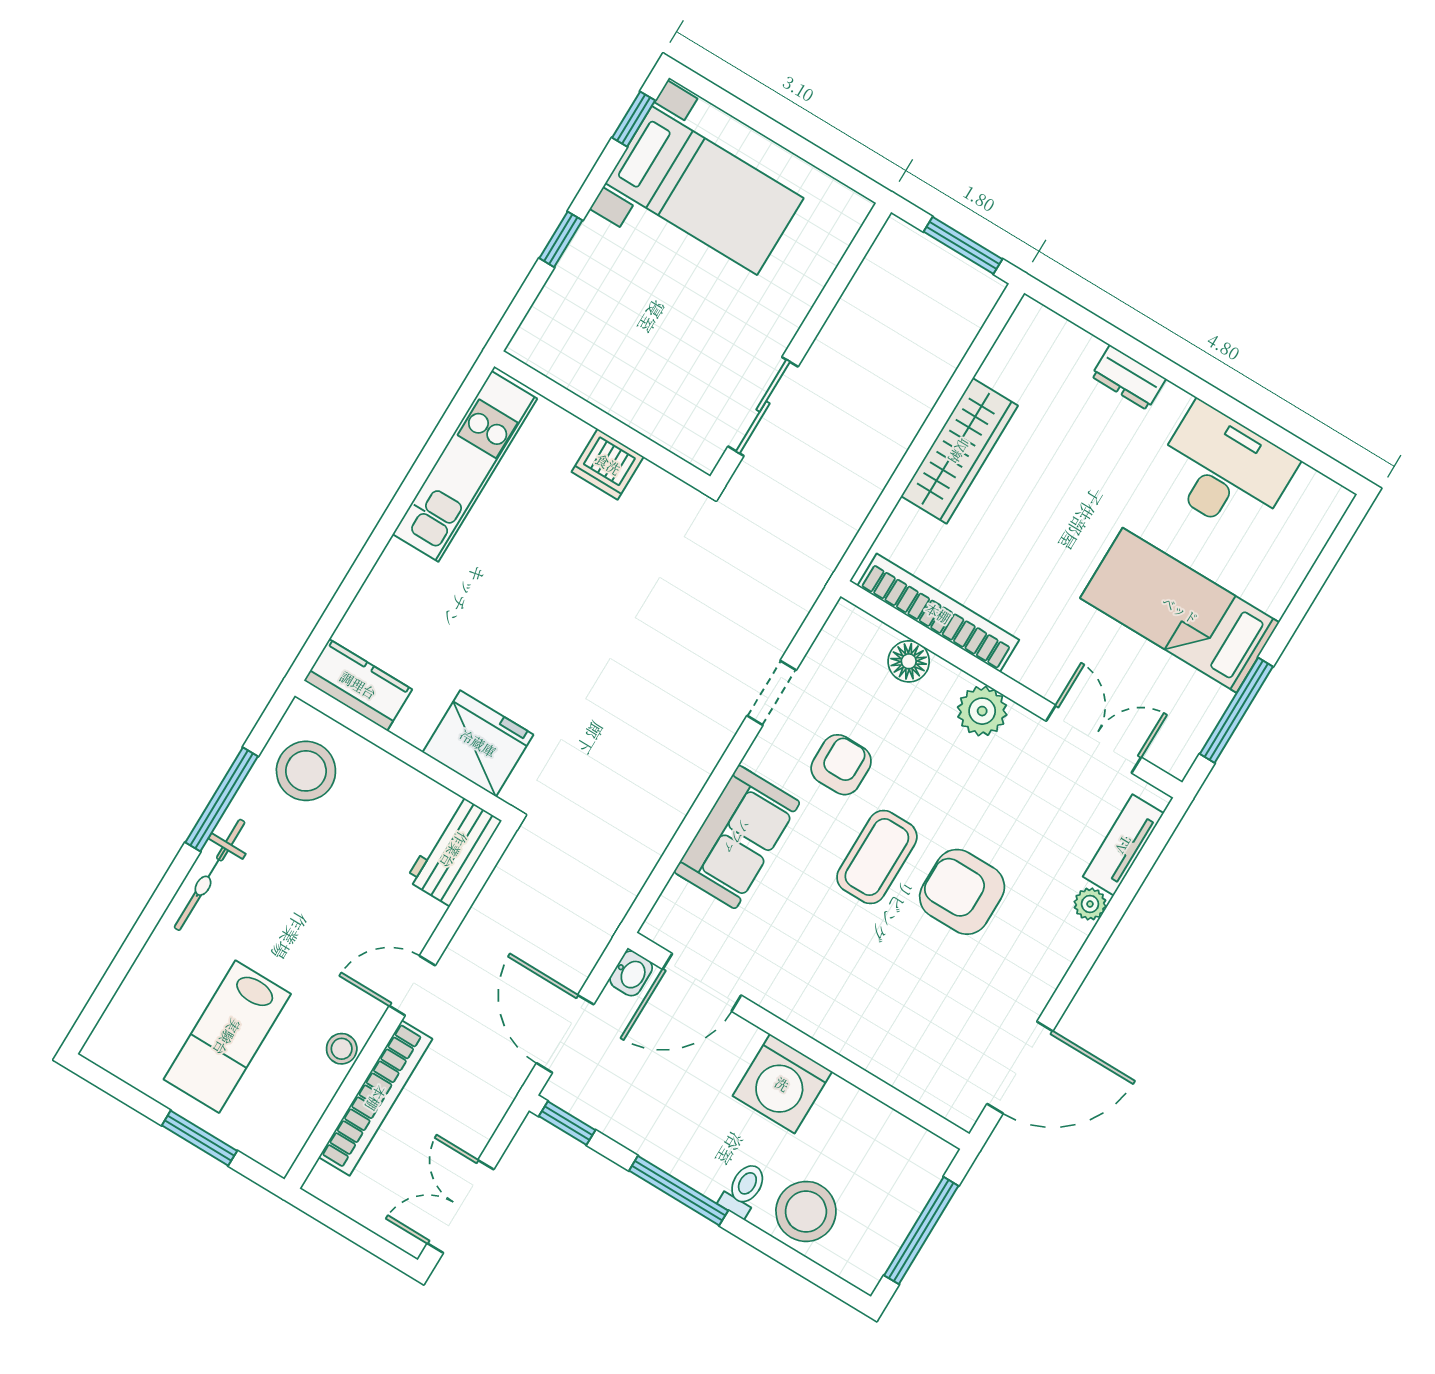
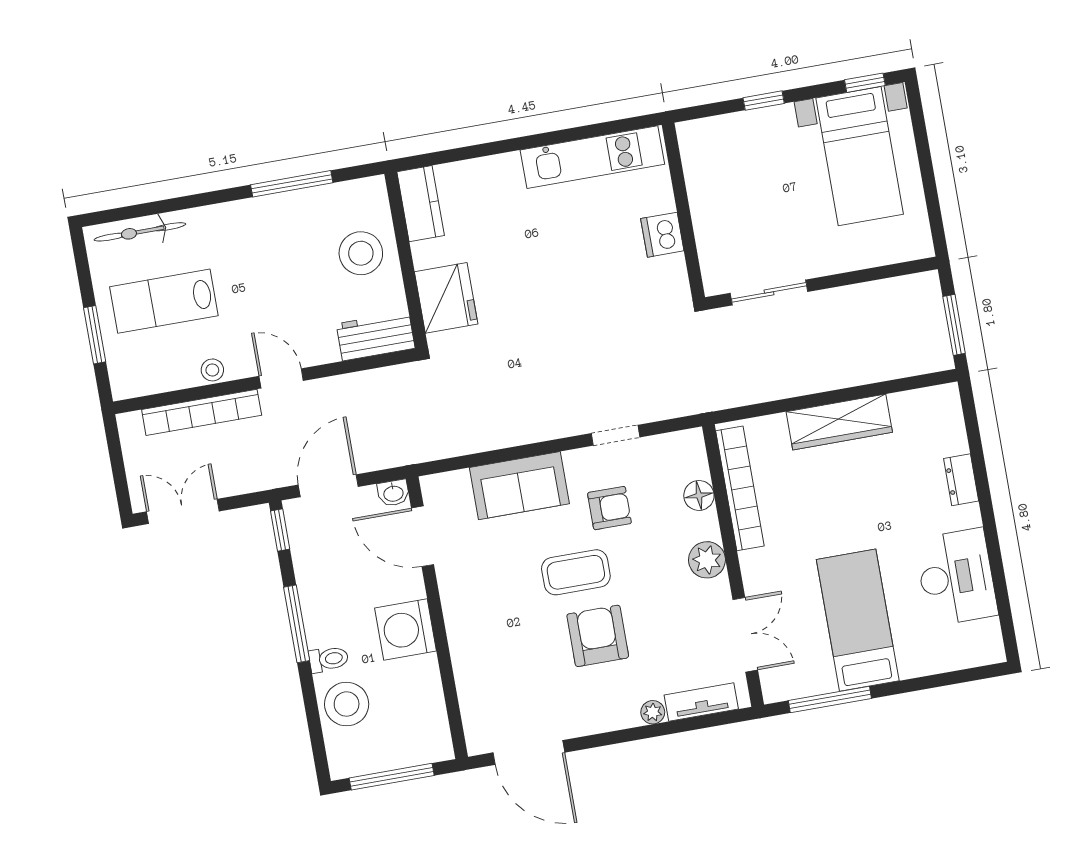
stool: (306, 771) -> (361, 253), moved
bicycle: (210, 875) -> (140, 232), moved

